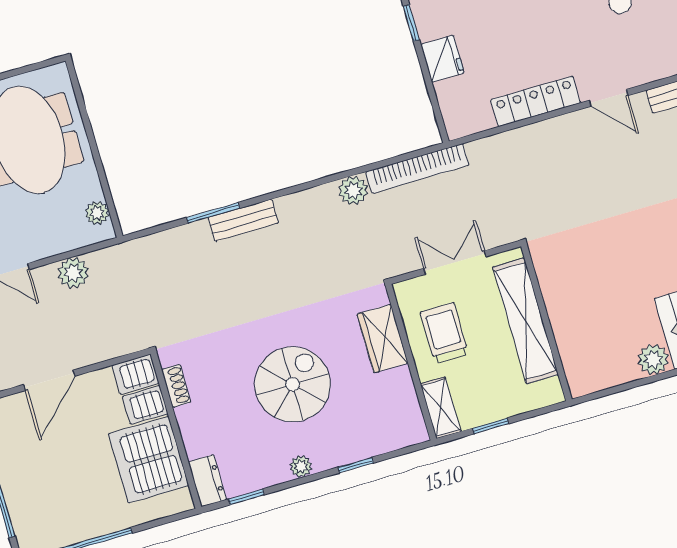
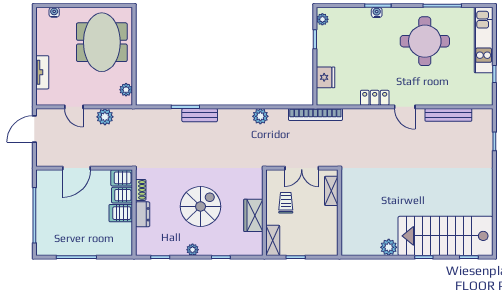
fridge: (442, 59) -> (326, 77), moved
locker: (536, 101) -> (375, 98), width x0.66
bookcase: (417, 168) -> (315, 115), moved
double door: (455, 262) -> (302, 168), swing flipped
shelving: (526, 321) -> (331, 191), width x0.45, depth x0.75
trolley: (444, 333) -> (286, 203), width x0.73, depth x0.72
wardrobe: (383, 338) -> (253, 215), moved
server rack: (149, 460) -> (121, 213), width x0.46, depth x0.70
dresser: (207, 481) -> (143, 214), moved

